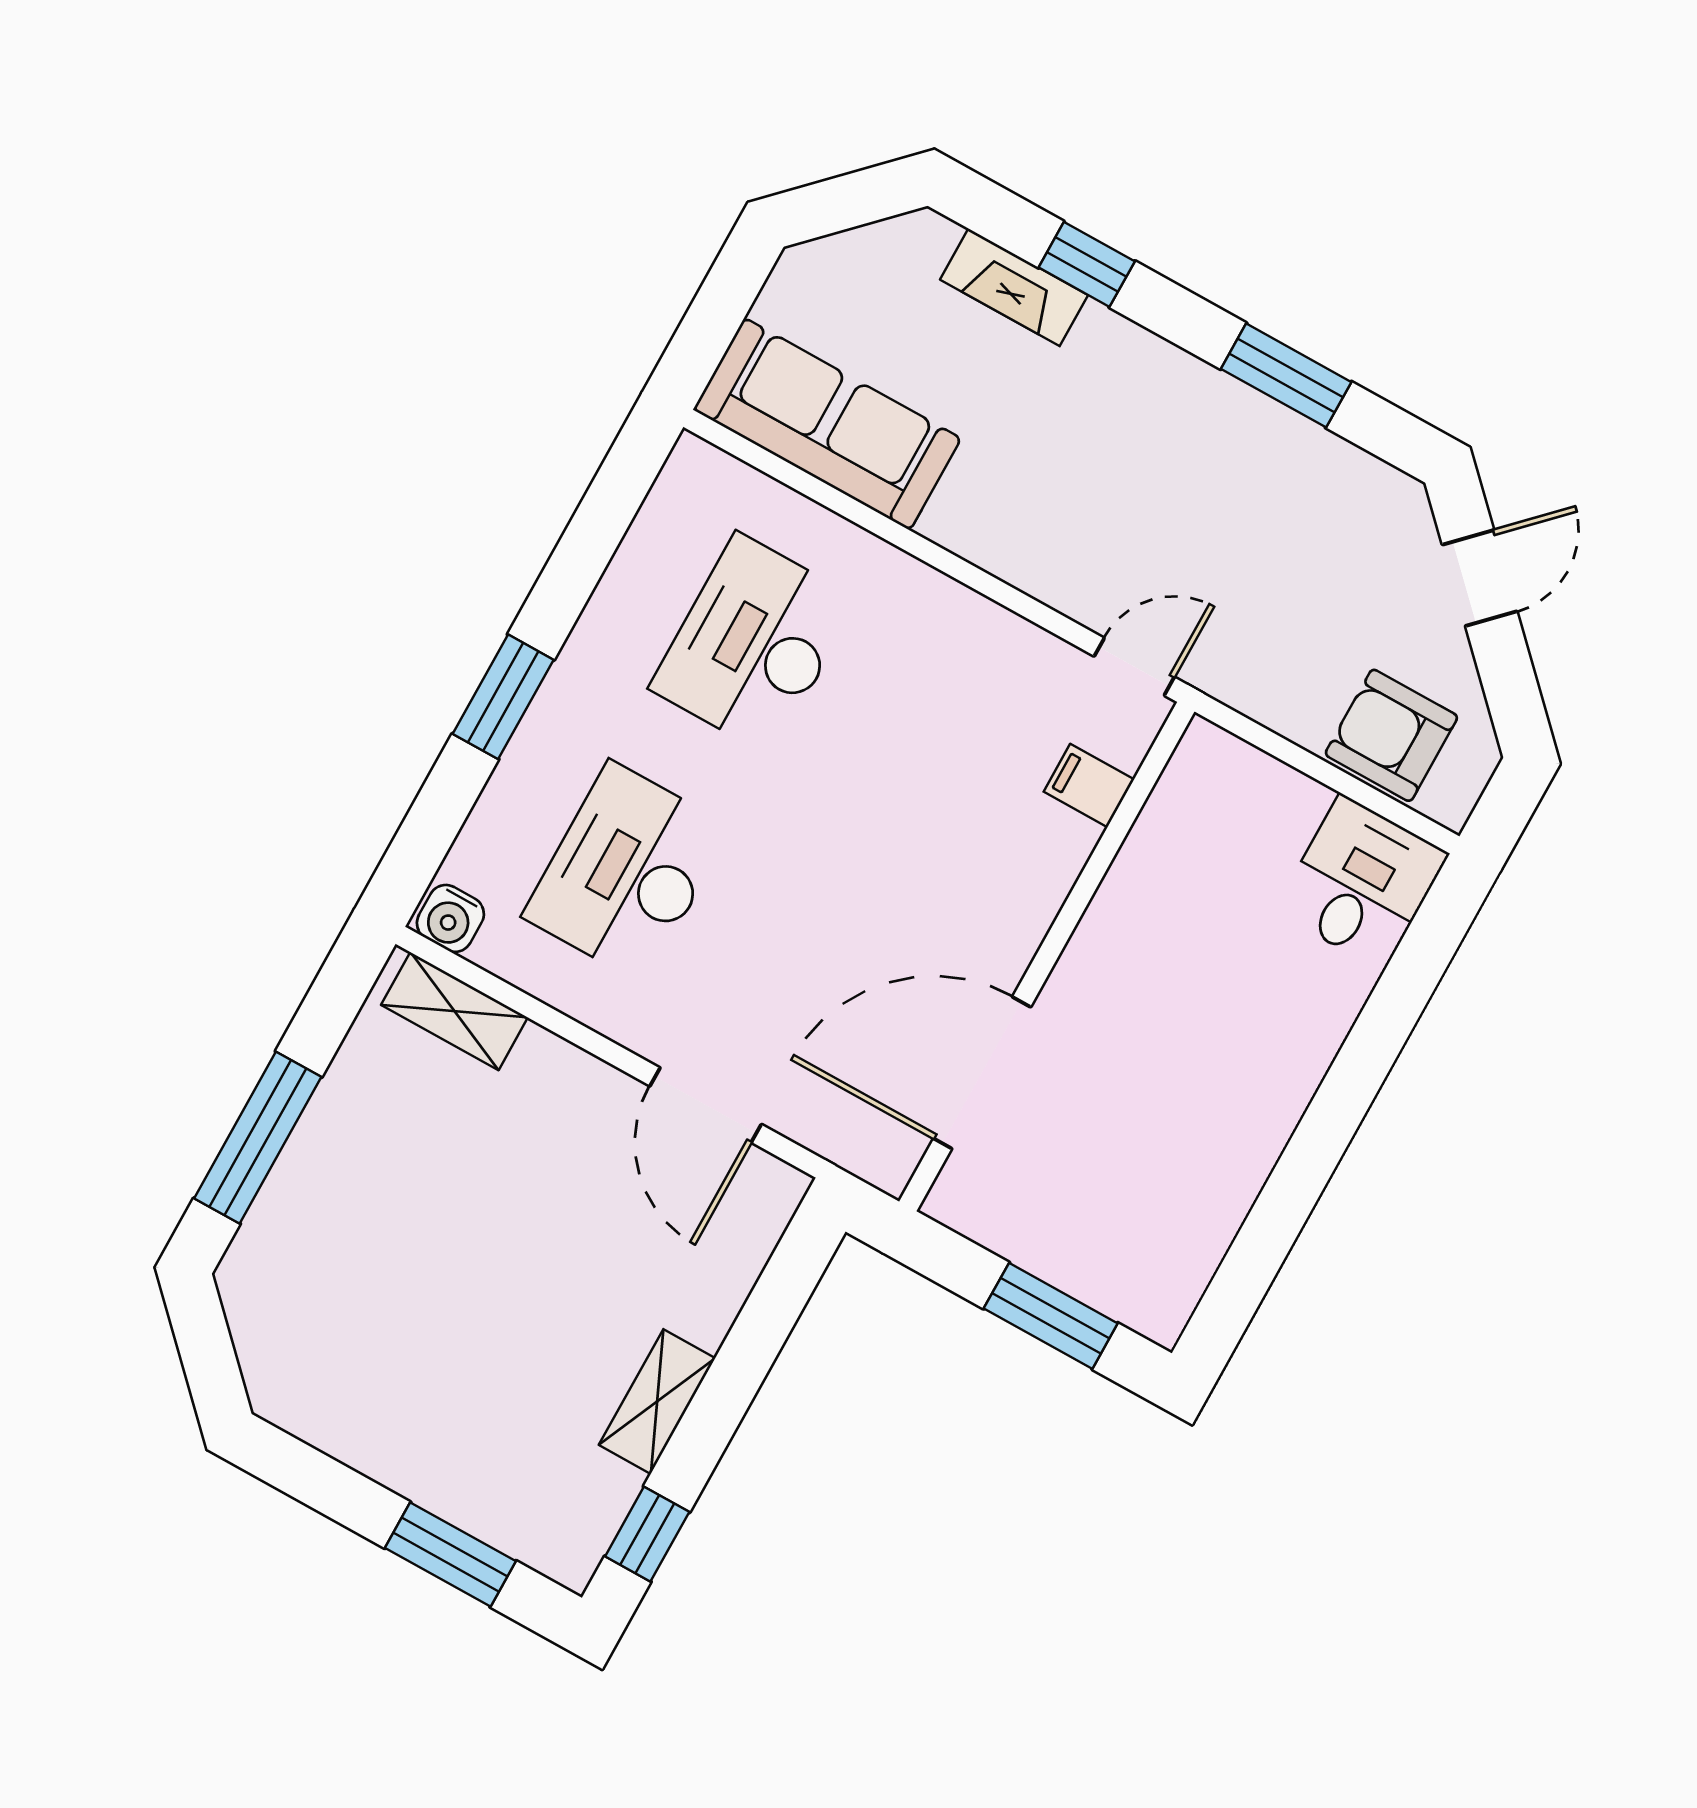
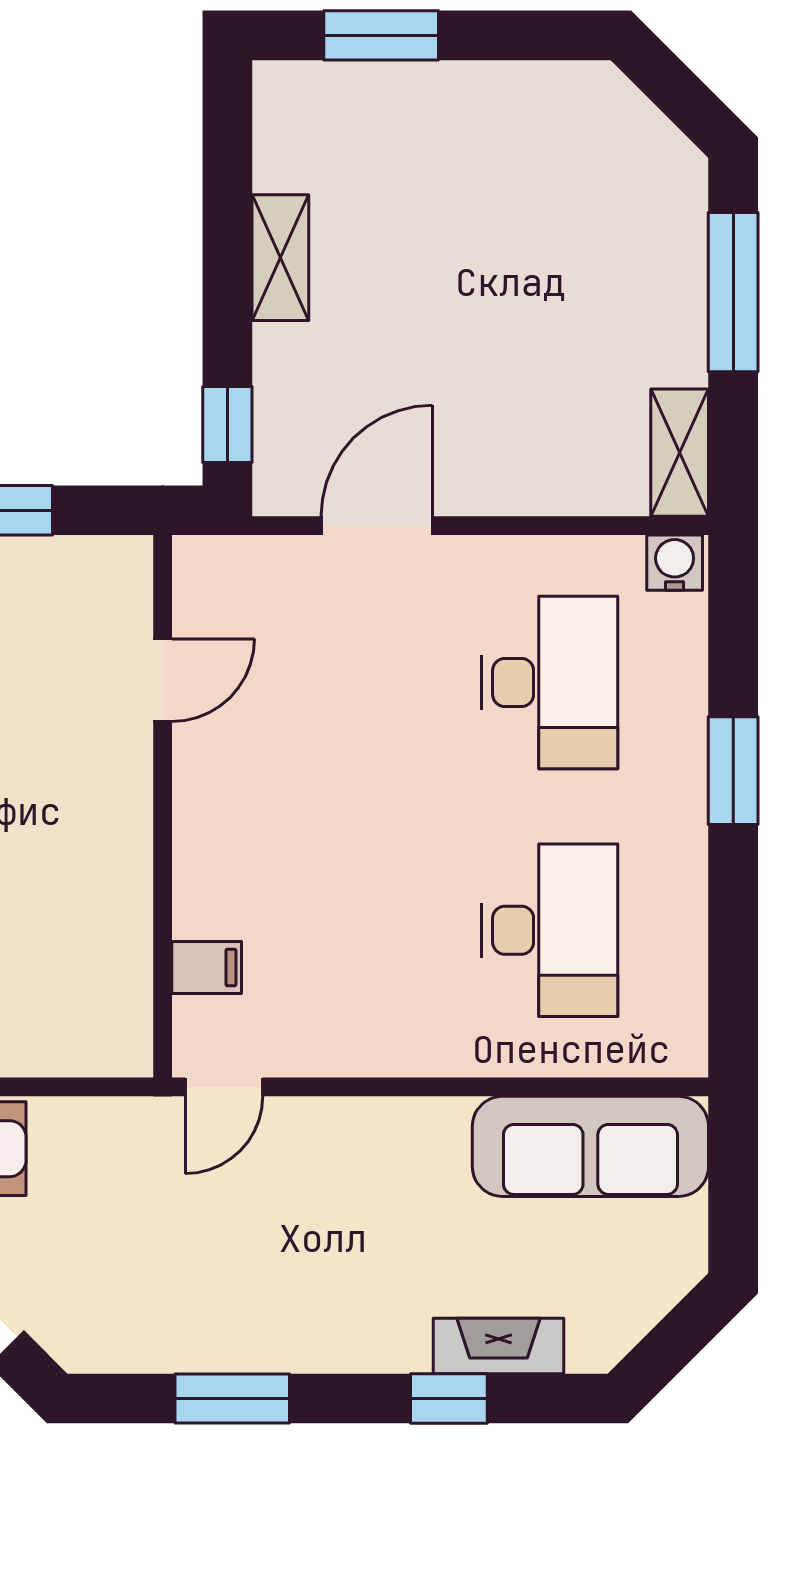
shelving: (454, 1011) -> (680, 453), moved, turned 90
door: (982, 1073) -> (163, 680), width x0.53
door: (706, 1105) -> (377, 526), hinge flipped
window: (647, 1534) -> (227, 424), moved

